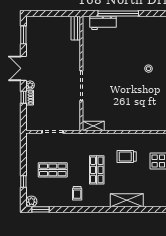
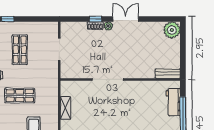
plant: (34, 24) -> (172, 30), added
window: (23, 35) -> (161, 19), removed
shelving: (93, 126) -> (65, 108), moved

